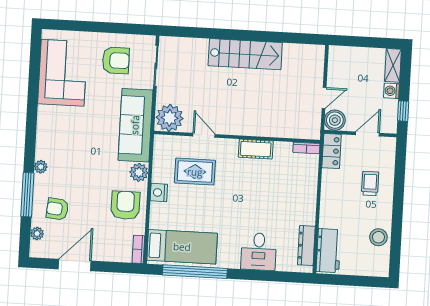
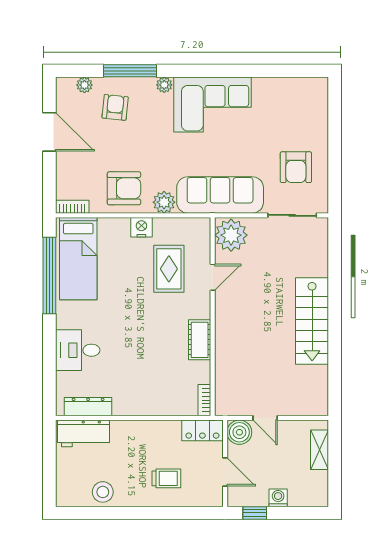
shelving: (393, 65) -> (319, 450), moved, turned 90
corner sofa: (63, 73) -> (212, 105), moved

